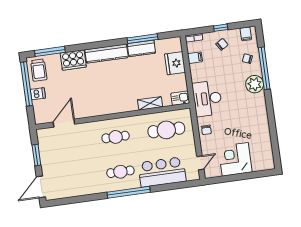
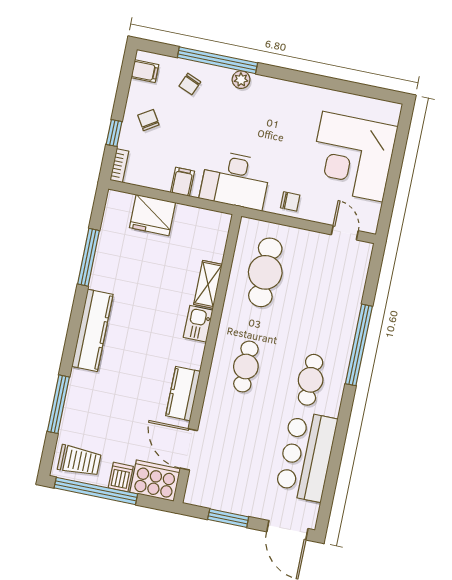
window: (221, 28) -> (114, 133), moved
kitchen counter: (141, 48) -> (183, 394), moved, turned 180
window: (50, 51) -> (58, 404), moved
filing cabinet: (195, 58) -> (182, 182), moved
cooker: (73, 60) -> (155, 481), moved, turned -90
plant: (255, 84) -> (241, 80), width x0.53, depth x0.53
kitchen sink: (180, 98) -> (198, 324), moved
corner desk: (235, 159) -> (353, 157), width x1.36, depth x1.36
bar counter: (162, 172) -> (306, 456), moved
window: (129, 192) -> (359, 345), moved

